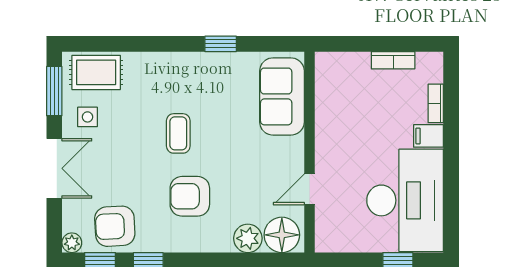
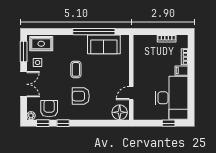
window: (221, 44) -> (94, 32), width x3.17
sofa: (282, 96) -> (104, 44), moved, turned -90
armchair: (115, 226) -> (49, 109), turned 93
plant: (248, 238) -> (105, 114), removed

